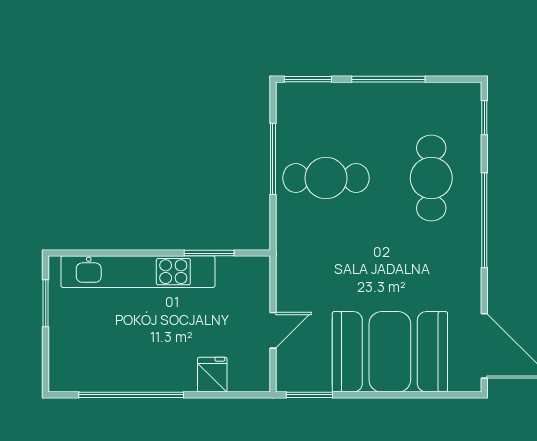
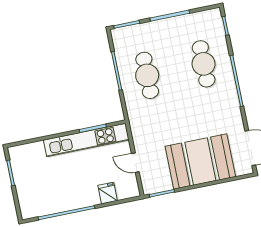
cafe table: (326, 178) -> (147, 75), turned 90
kitchen unit: (138, 272) -> (86, 140), moved
door: (273, 330) -> (135, 163), swing flipped

